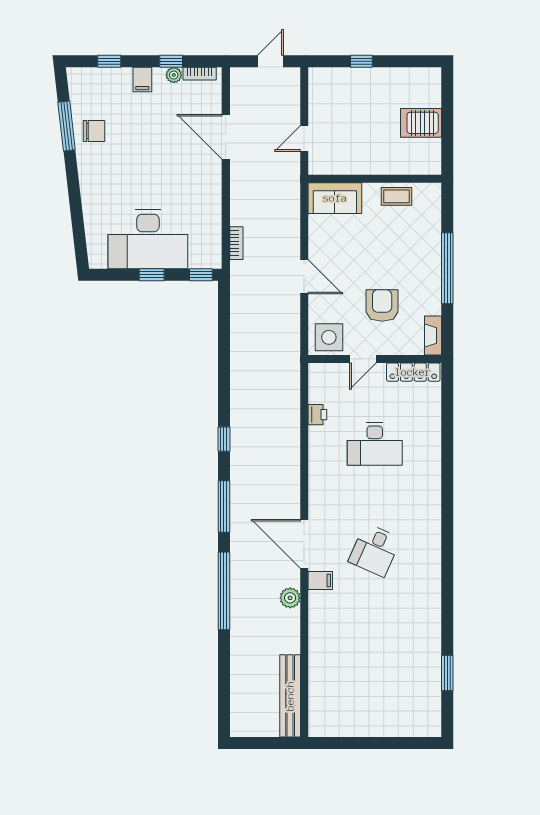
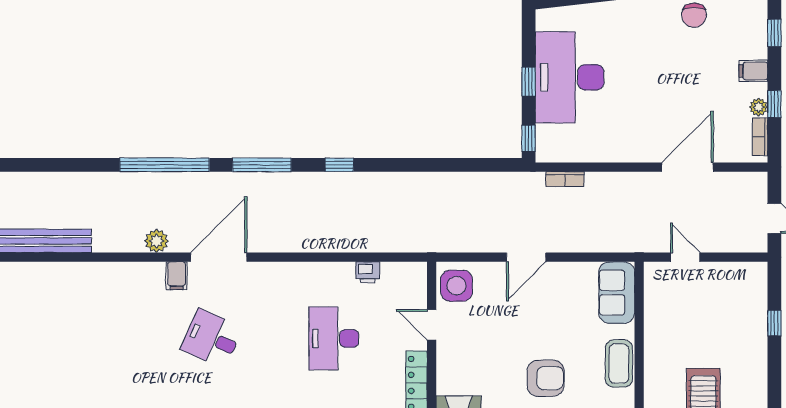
coffee table: (397, 196) -> (619, 364), width x1.36, depth x1.30
armchair: (382, 305) -> (546, 378), moved

